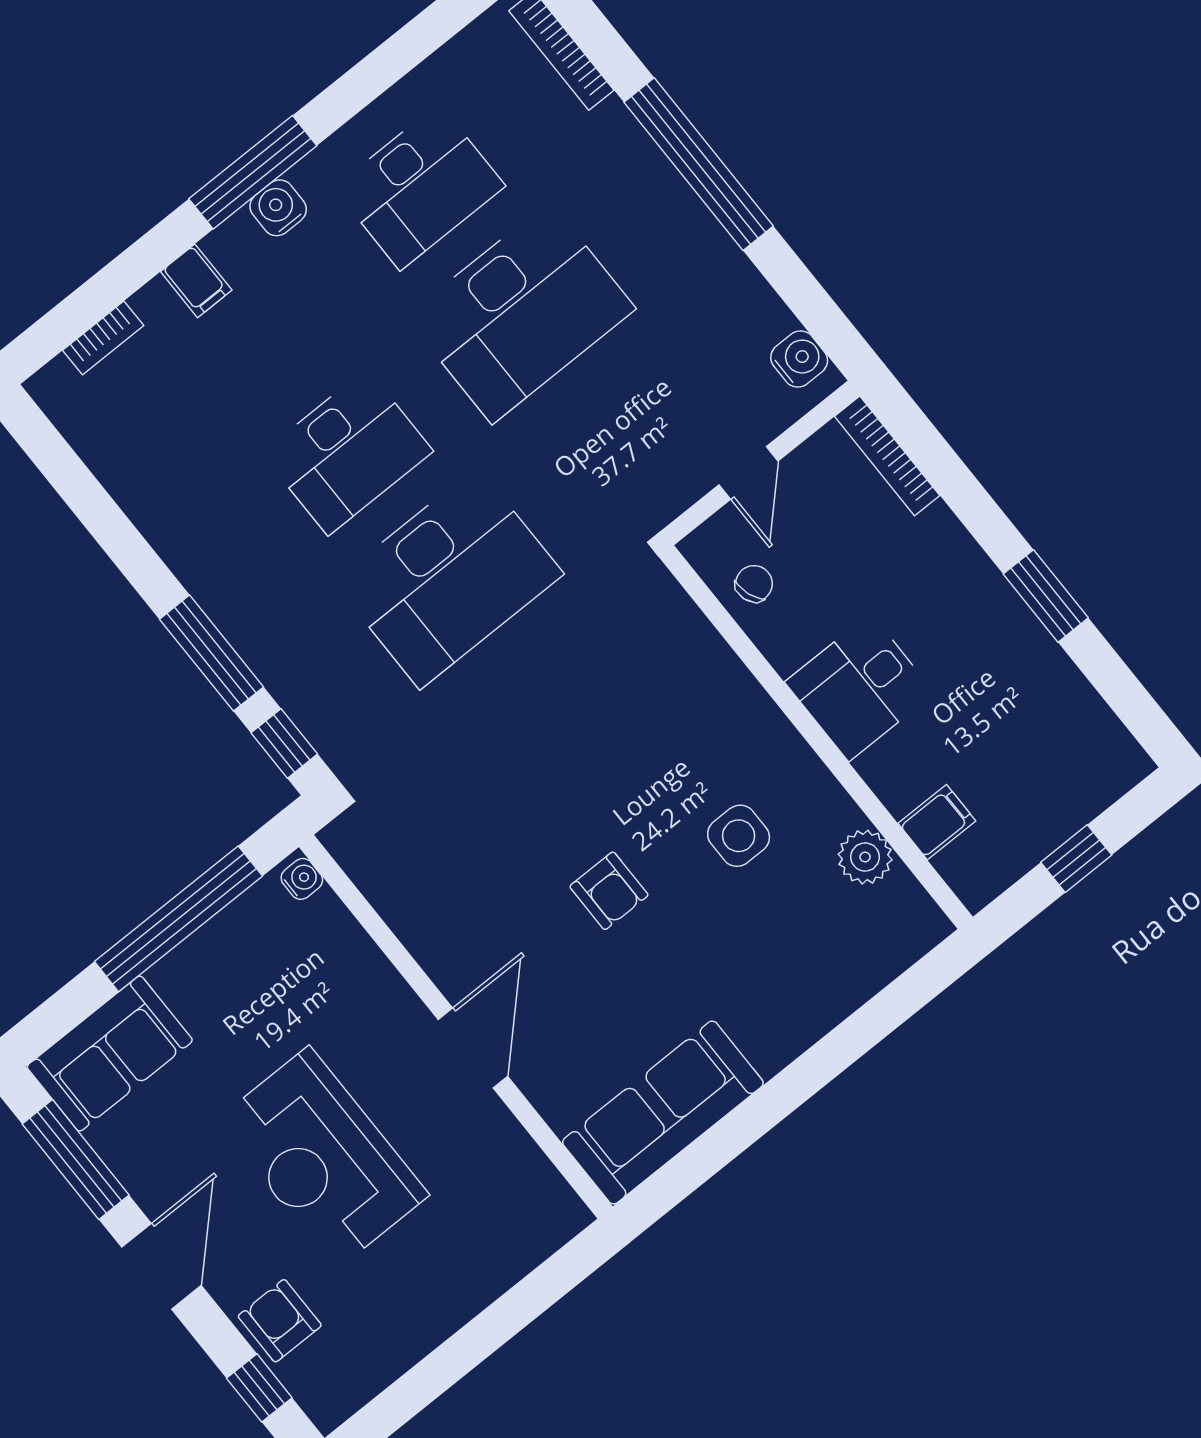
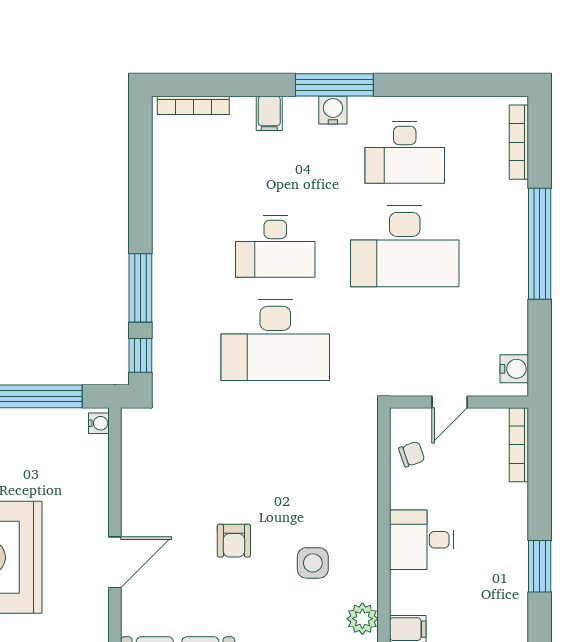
bookcase: (103, 338) -> (193, 105), width x1.56

